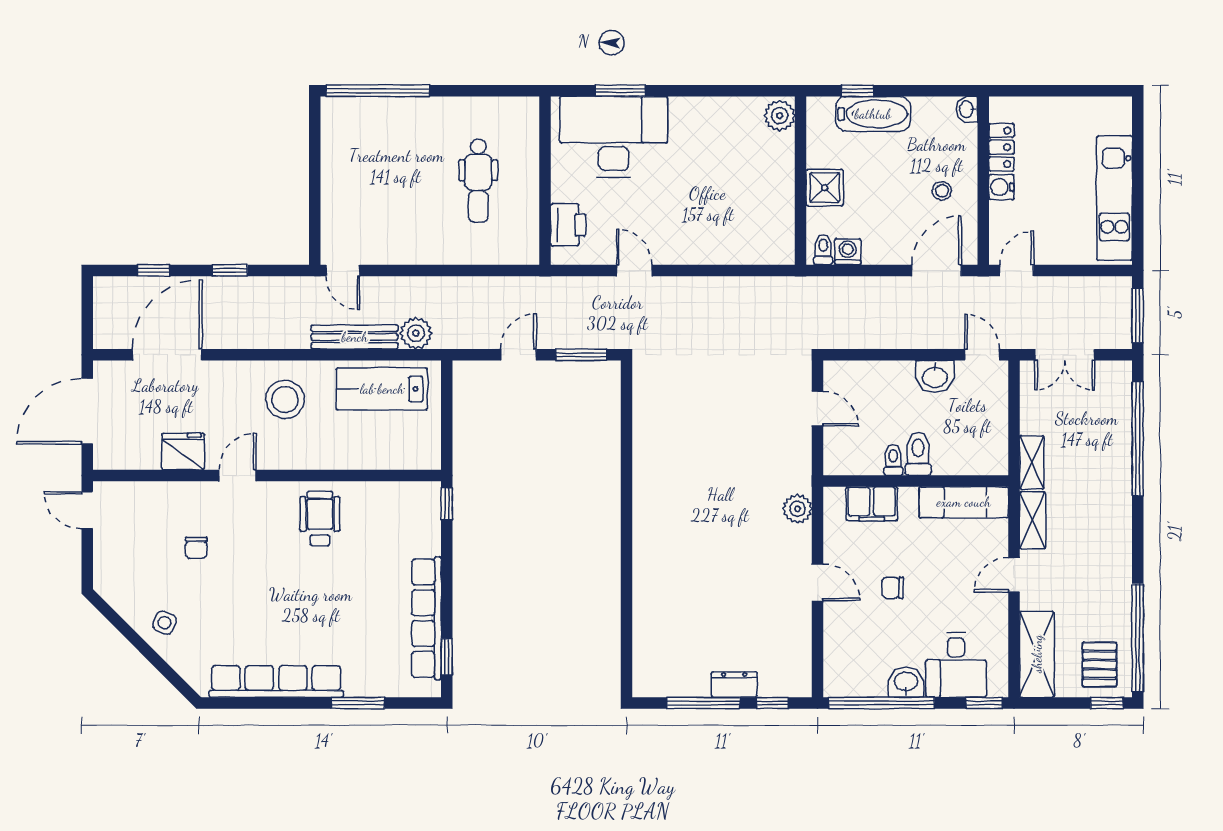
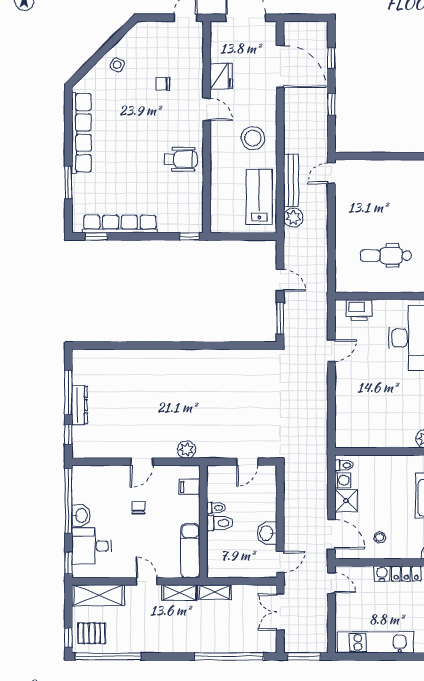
shower: (825, 188) -> (346, 501), moved
filing cabinet: (872, 504) -> (189, 487), width x0.50
dresser: (734, 685) -> (80, 405), width x1.44

